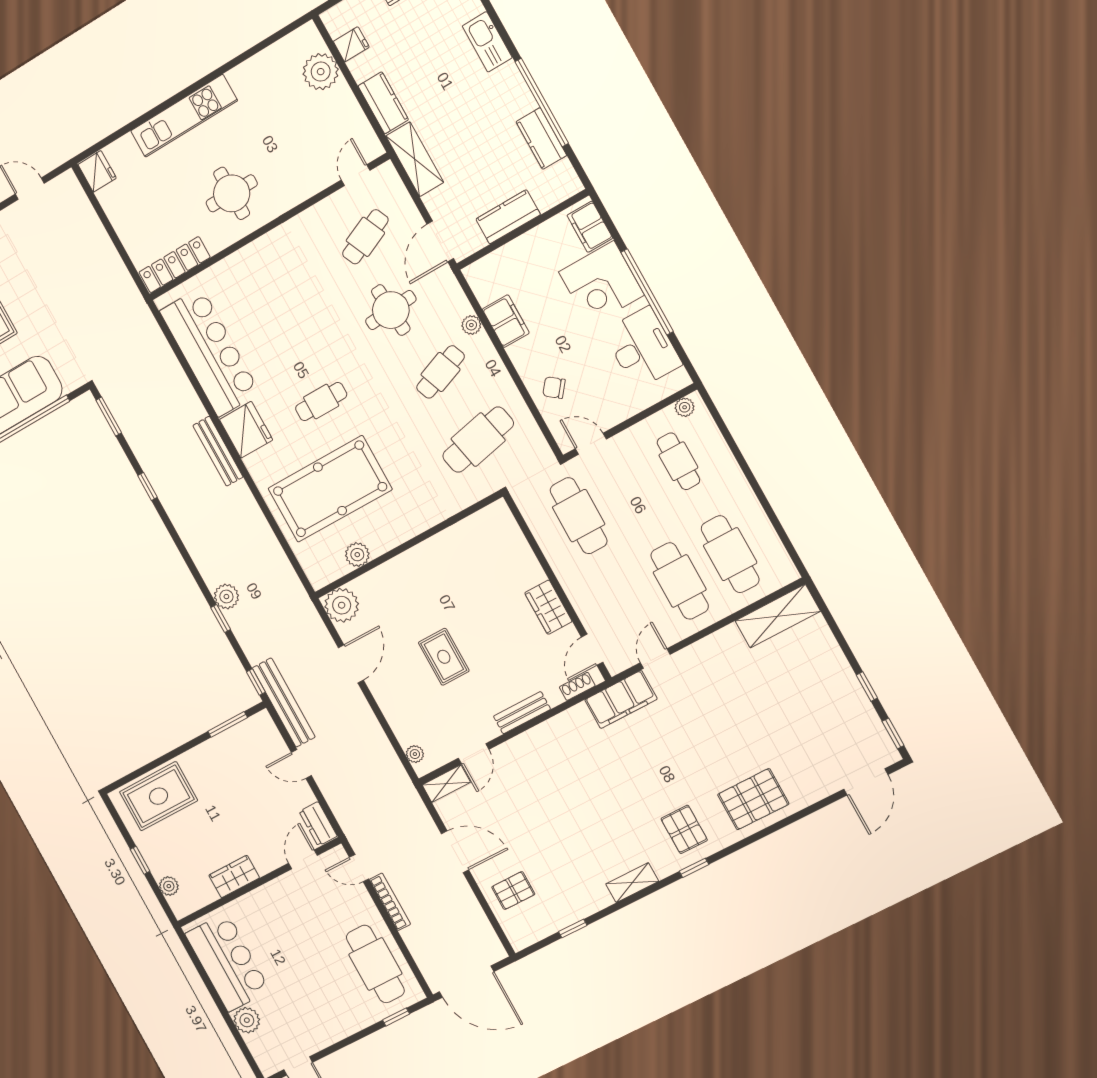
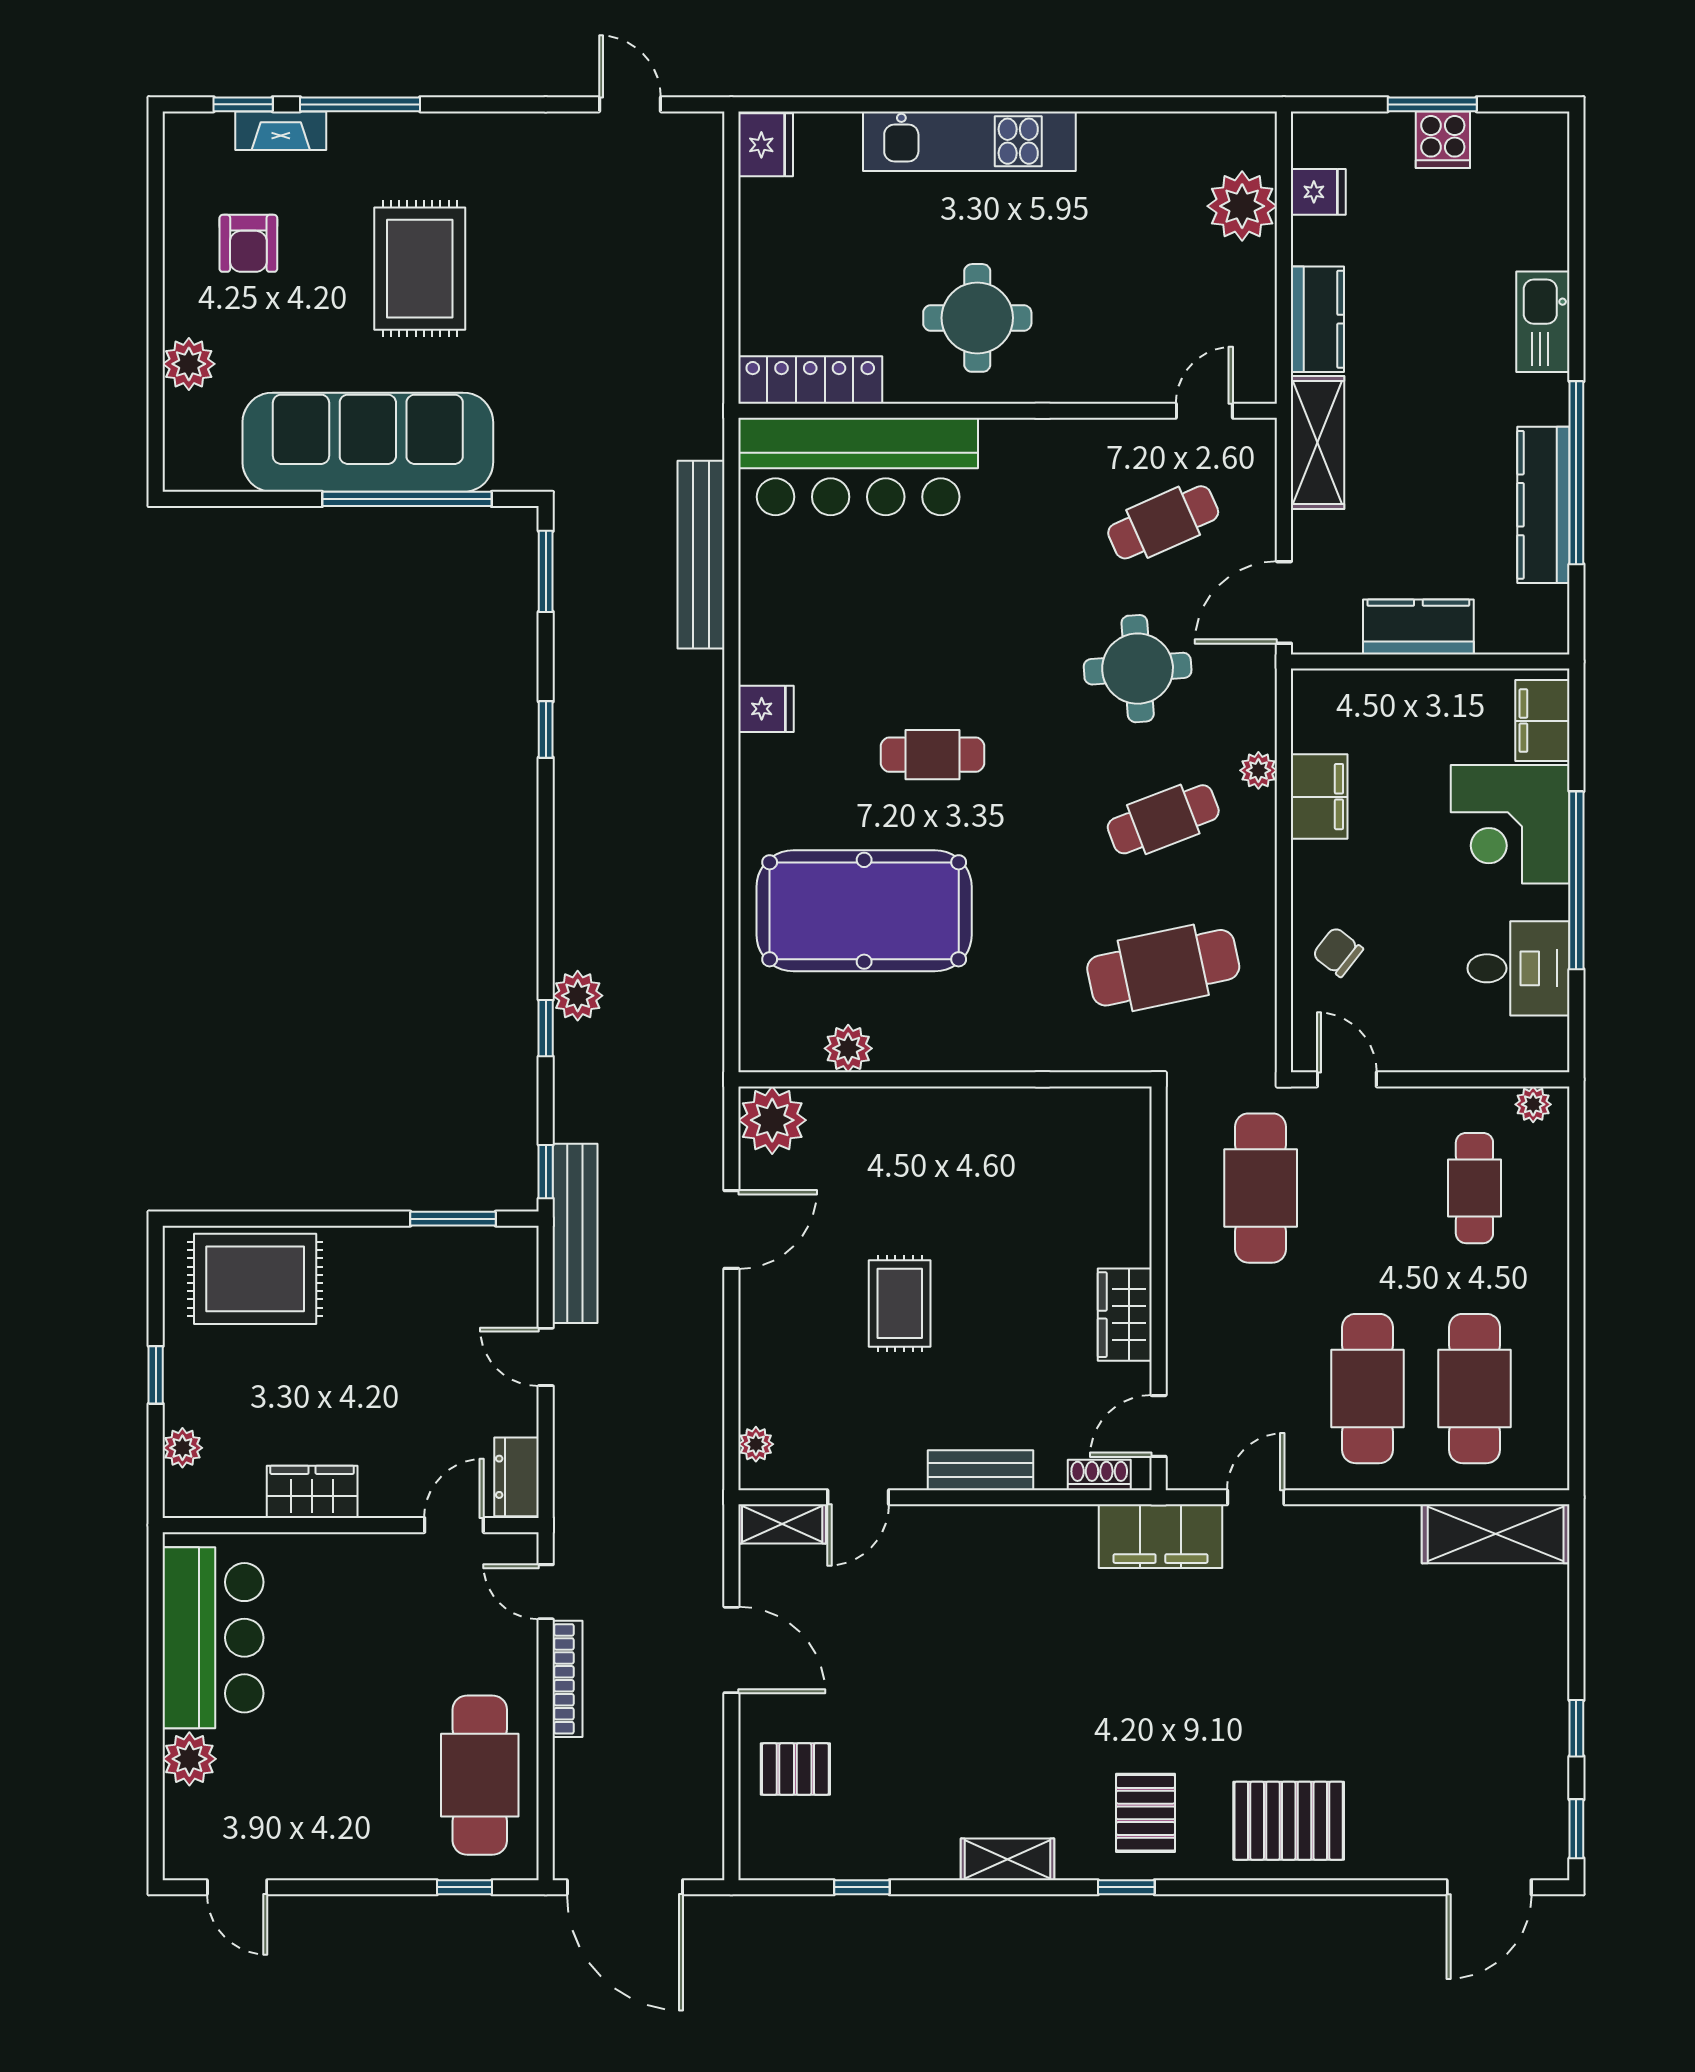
kitchen counter: (541, 139) -> (1543, 505), width x1.50
desk: (643, 348) -> (1518, 968), width x0.73
bar counter: (210, 352) -> (858, 467), moved, turned 90
fridge: (246, 430) -> (766, 709), width x0.53, depth x0.75
bench: (218, 451) -> (701, 555), moved, width x1.37, depth x1.21

